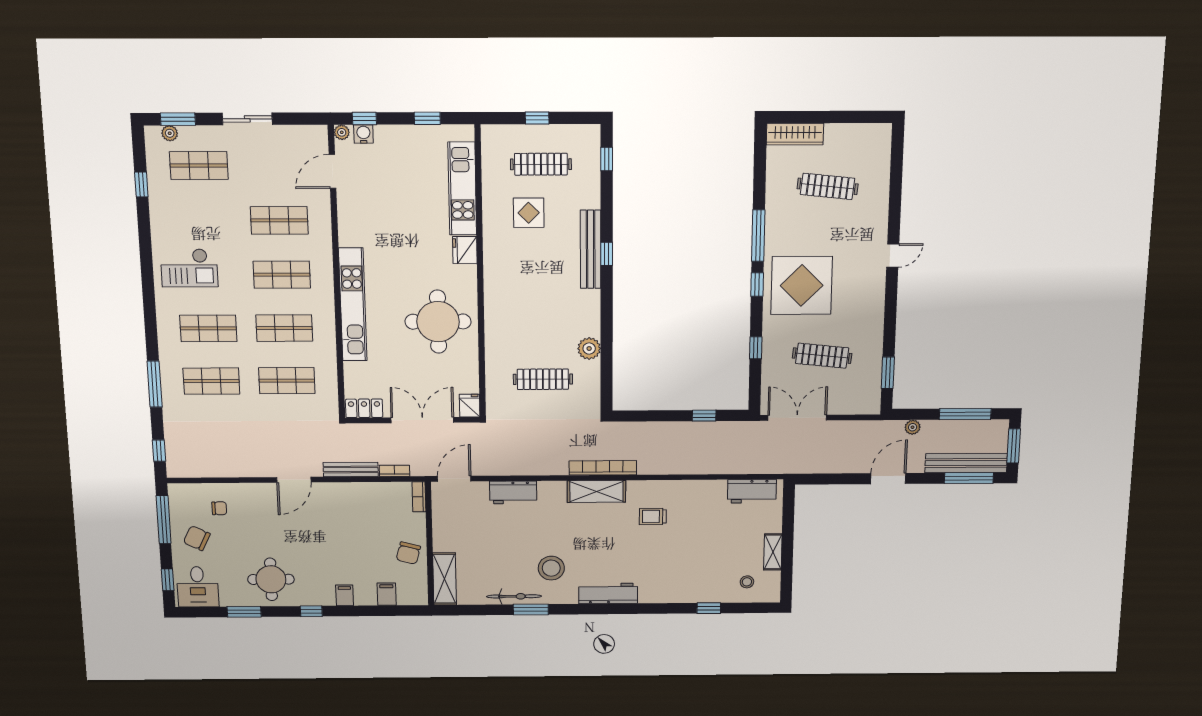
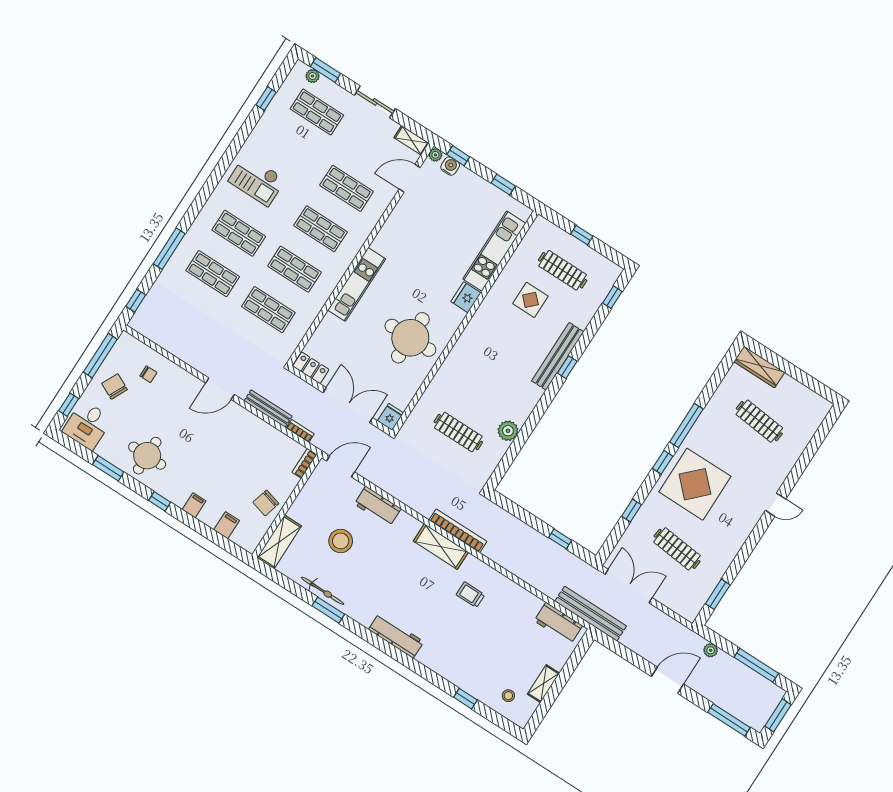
shelving: (309, 133) -> (411, 140), added
kitchen unit: (353, 305) -> (357, 284), width x0.73
bench: (966, 463) -> (591, 614), moved
stool: (551, 568) -> (341, 541), moved

